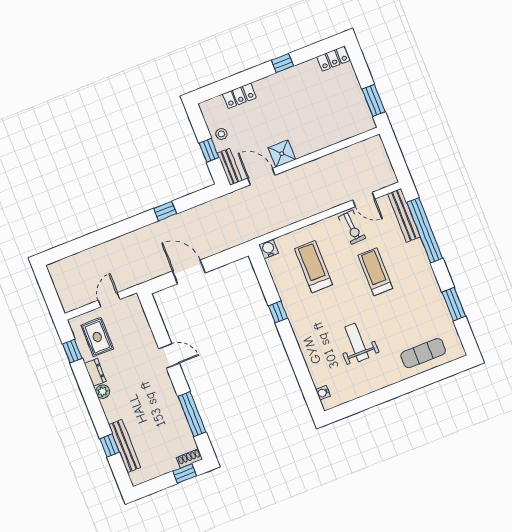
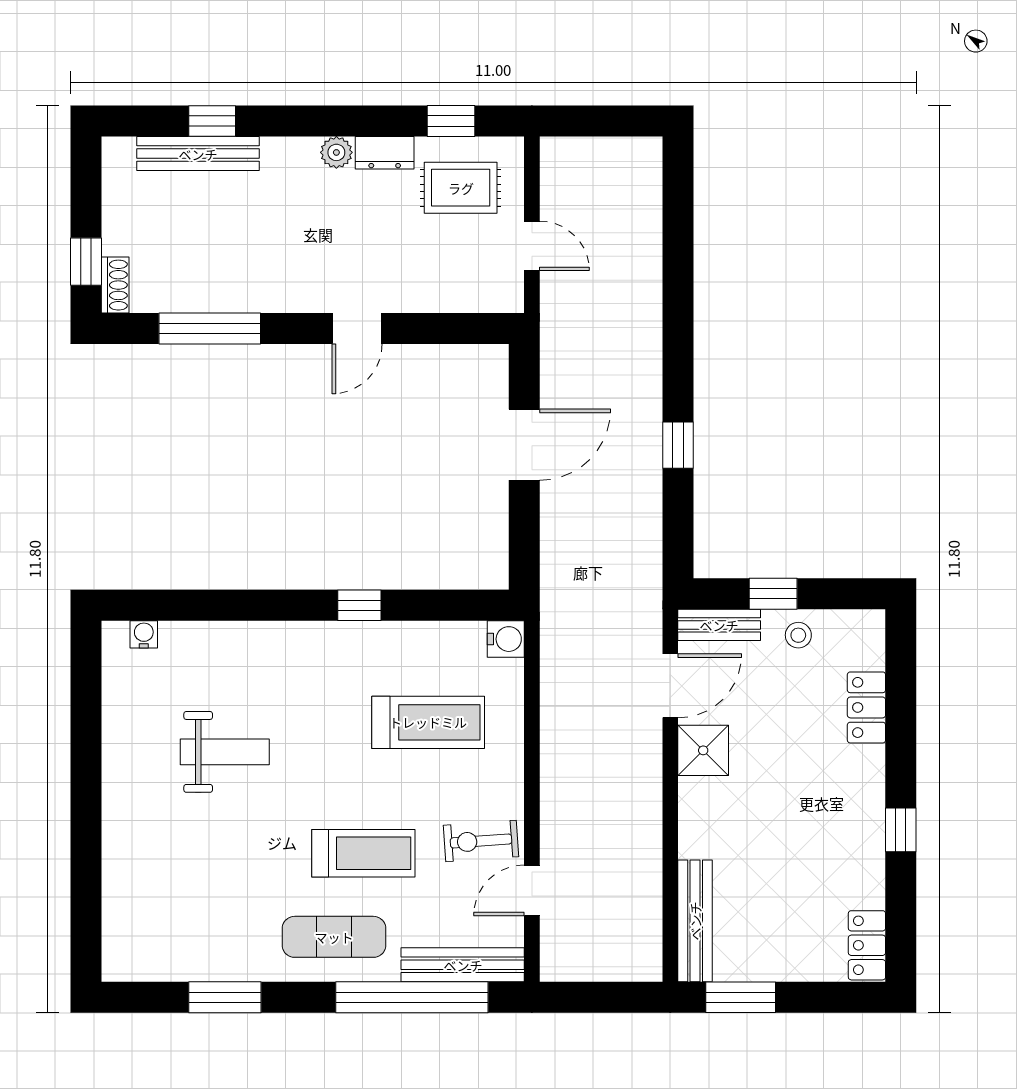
bench: (350, 130) -> (695, 921), added
exercise mat: (423, 353) -> (334, 937), moved, turned 90

